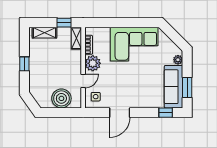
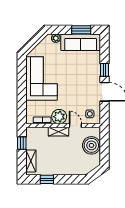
shelving: (76, 38) -> (58, 132), moved
window: (24, 64) -> (47, 179), moved
window: (166, 113) -> (104, 70), moved

